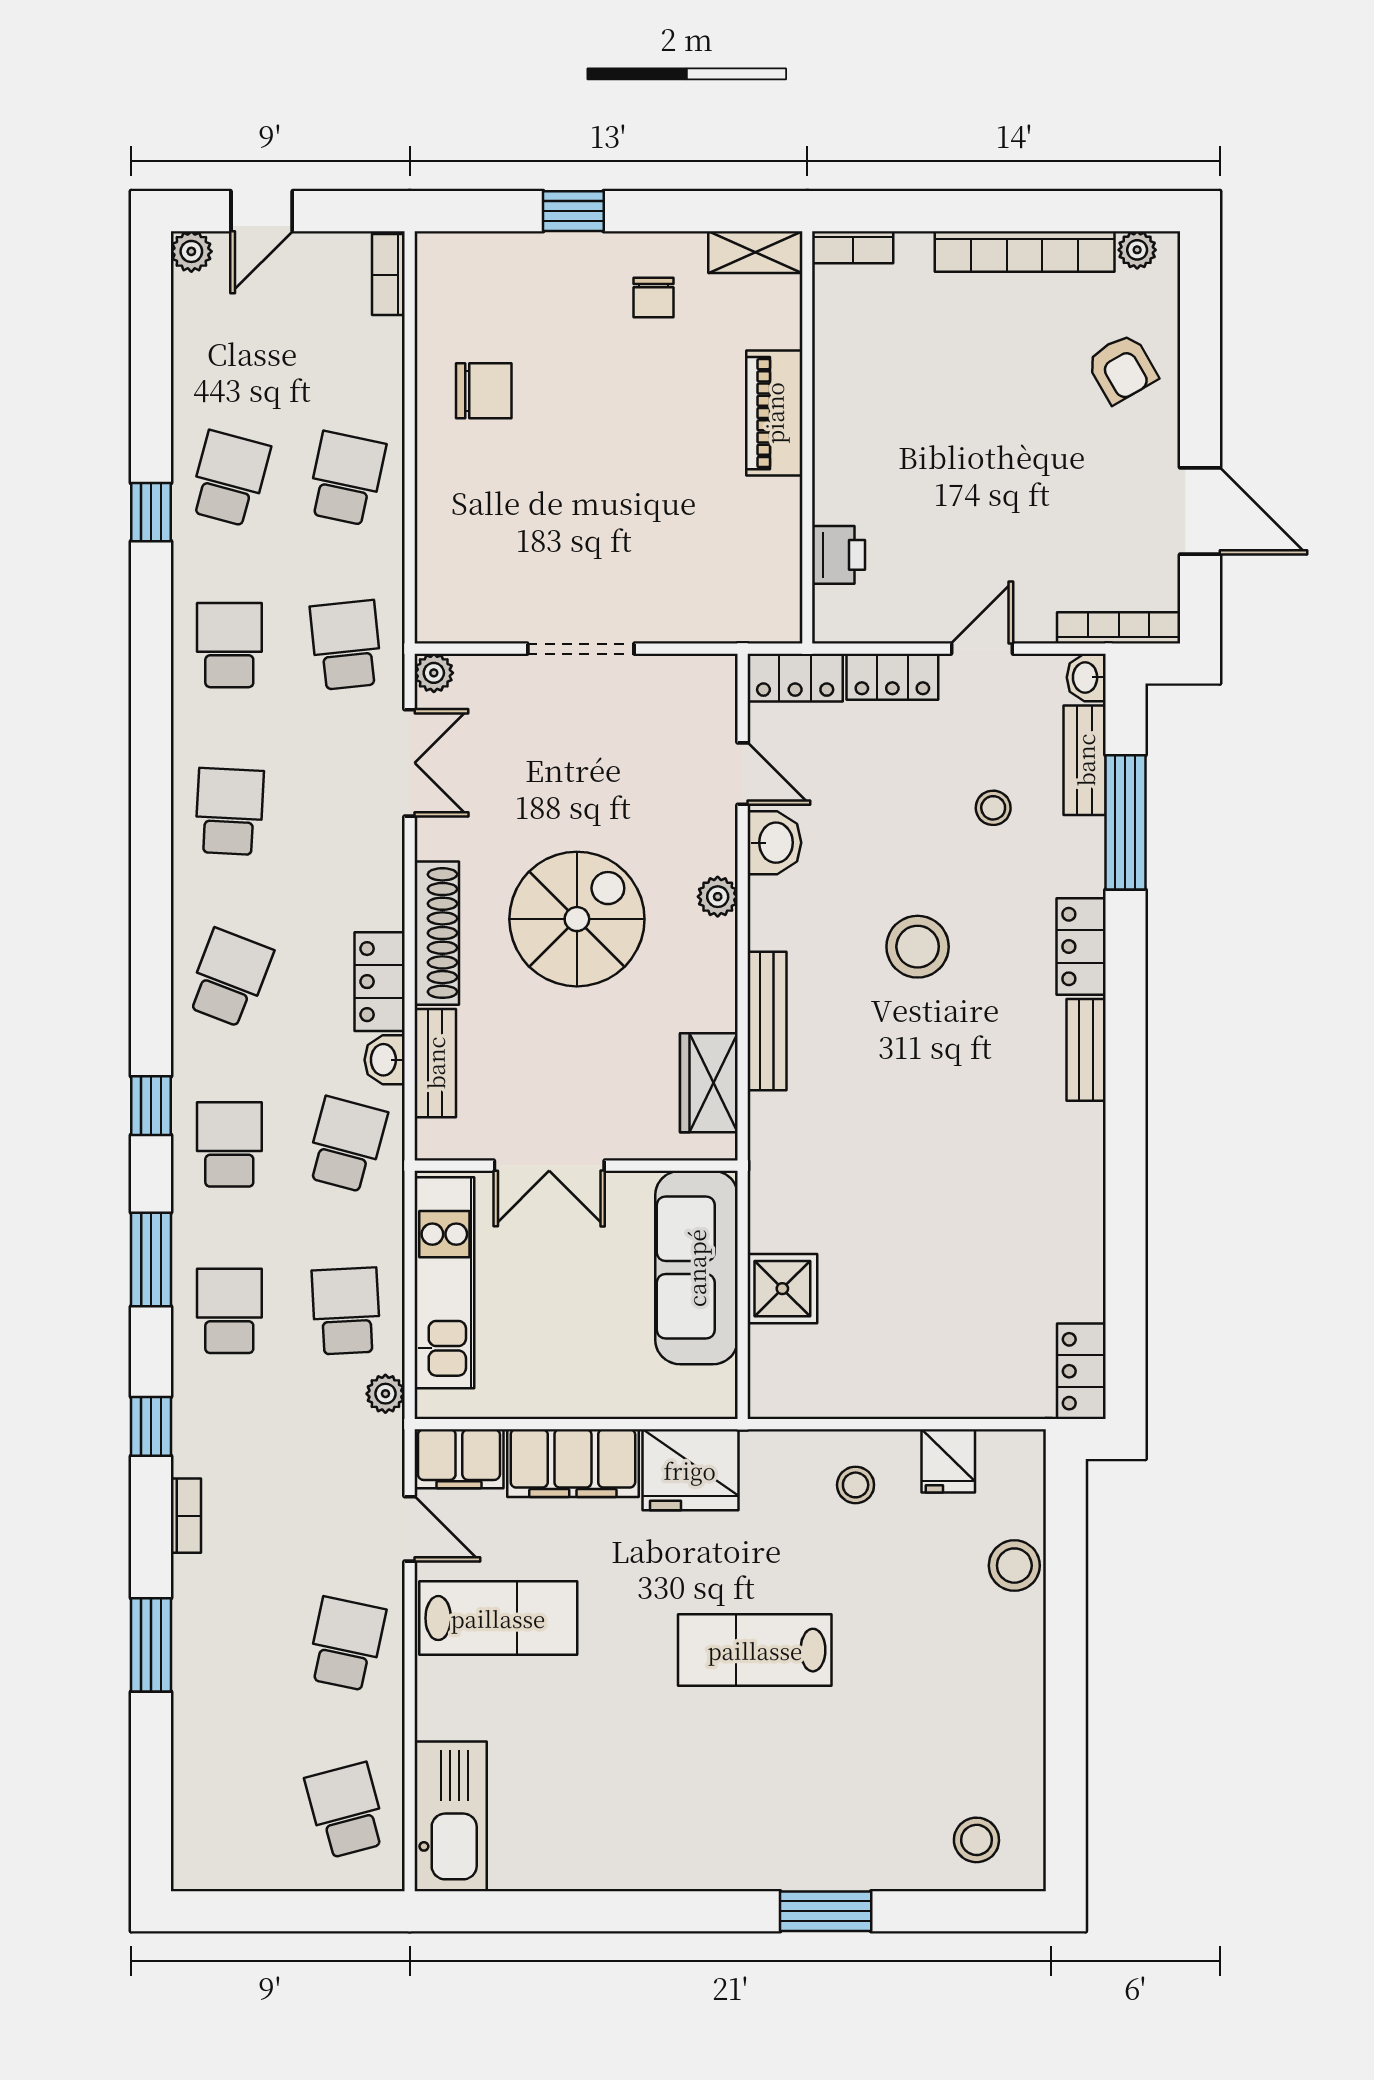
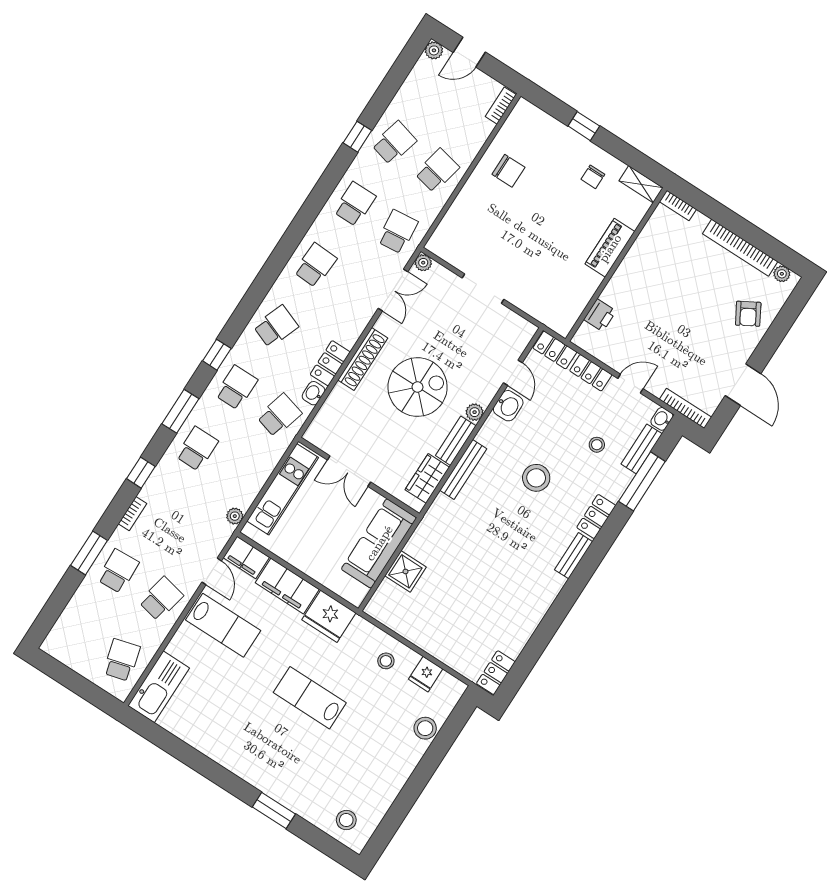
bench: (435, 1063) -> (456, 441), moved
school desk: (346, 1311) -> (118, 571), moved

